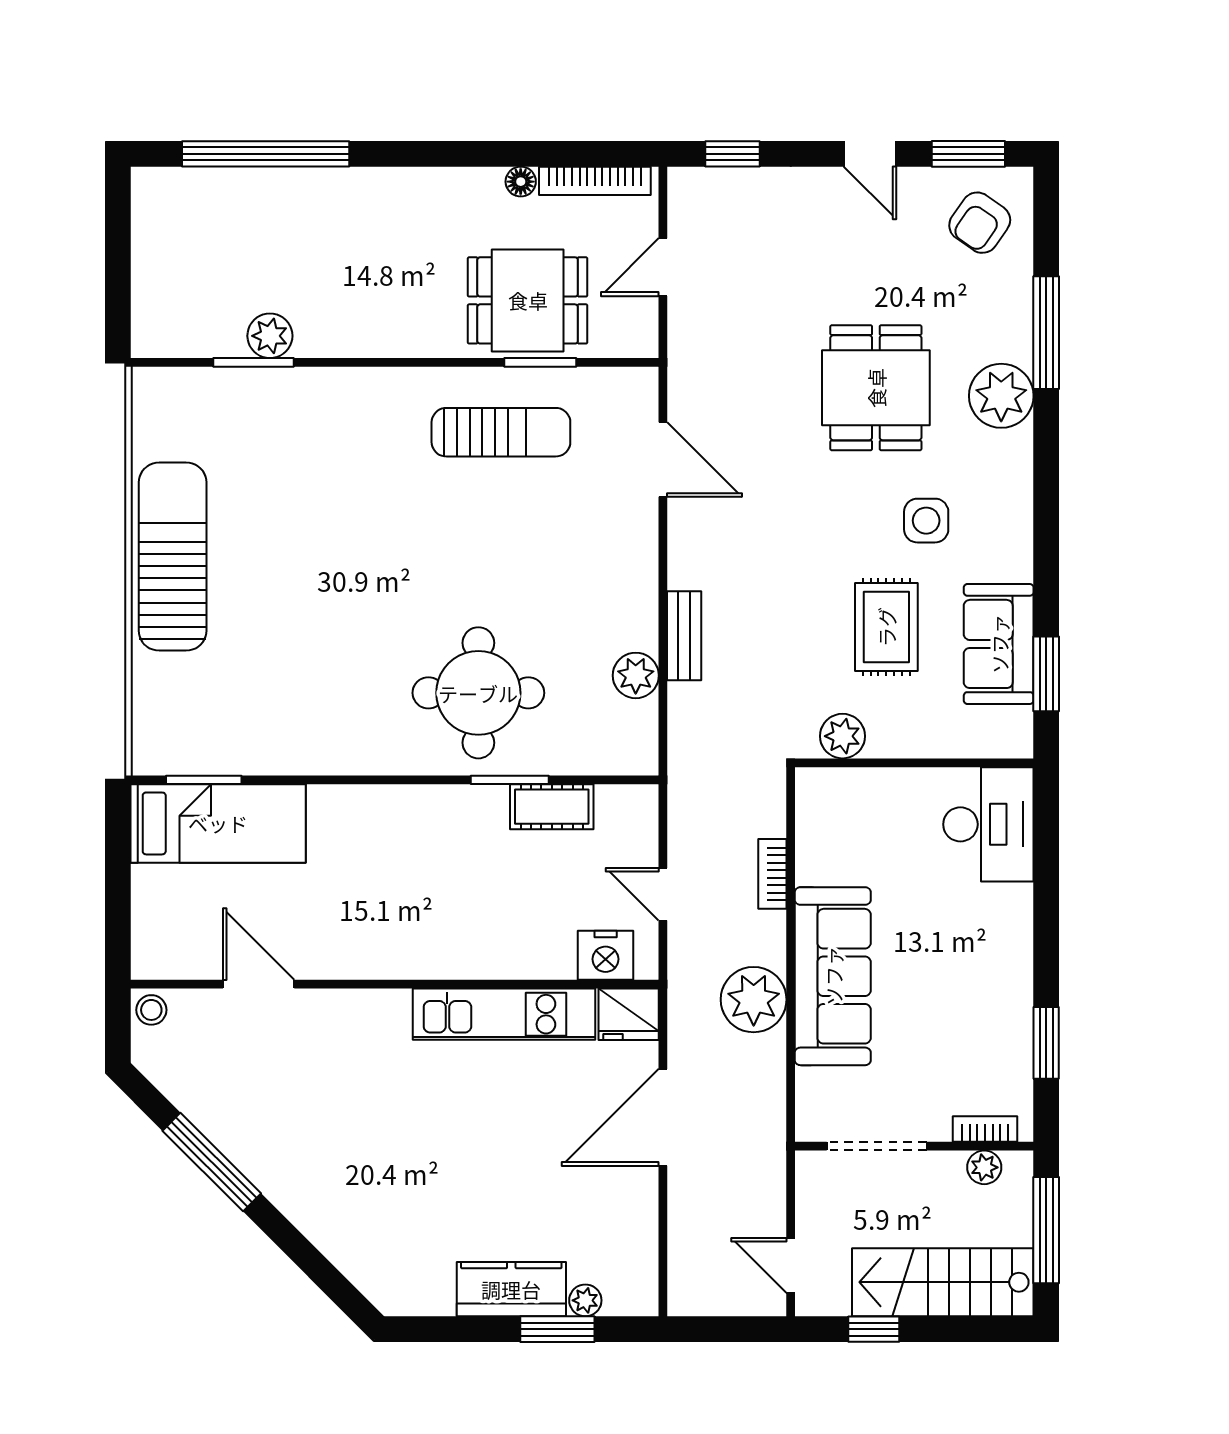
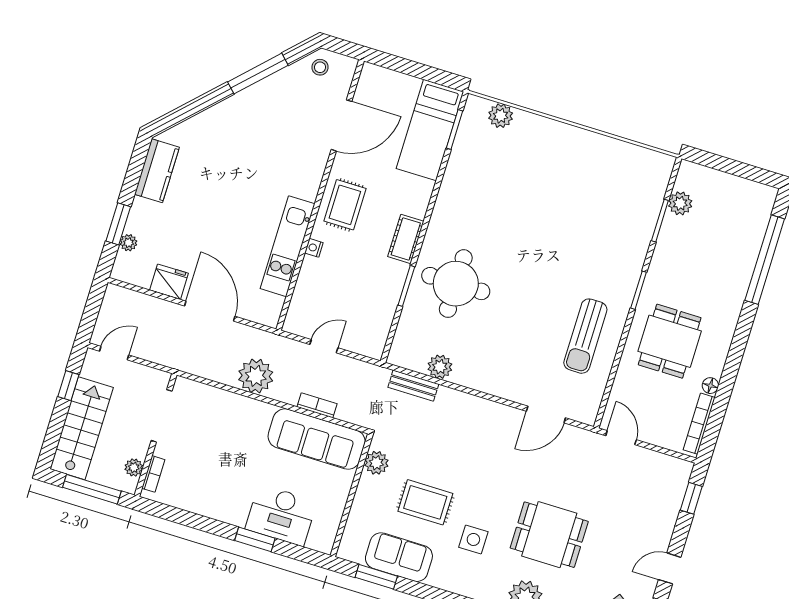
door: (663, 267) -> (621, 438), moved
dining table: (528, 300) -> (670, 341), moved
plant: (270, 336) -> (680, 203), moved
window: (540, 362) -> (639, 290), moved
sun lounger: (173, 557) -> (573, 149), removed
bench: (684, 636) -> (413, 386), moved
plant: (154, 705) -> (501, 116), added
cot: (552, 807) -> (406, 239), moved
desk: (988, 824) -> (281, 515), moved
rug: (399, 934) -> (345, 205), added
nightstand: (606, 955) -> (314, 248), moved, width x0.53, depth x0.56
sofa: (833, 976) -> (317, 439), moved
door: (259, 984) -> (341, 125), width x1.36
stool: (151, 1010) -> (320, 67), moved
fridge: (629, 1014) -> (169, 282), moved, turned 90
window: (1046, 1043) -> (255, 539), moved
kitchen counter: (511, 1289) -> (157, 171), moved

